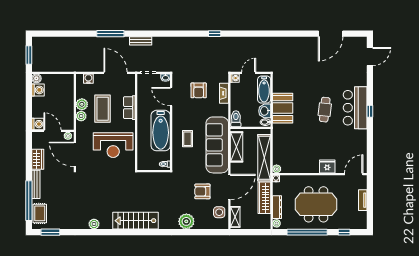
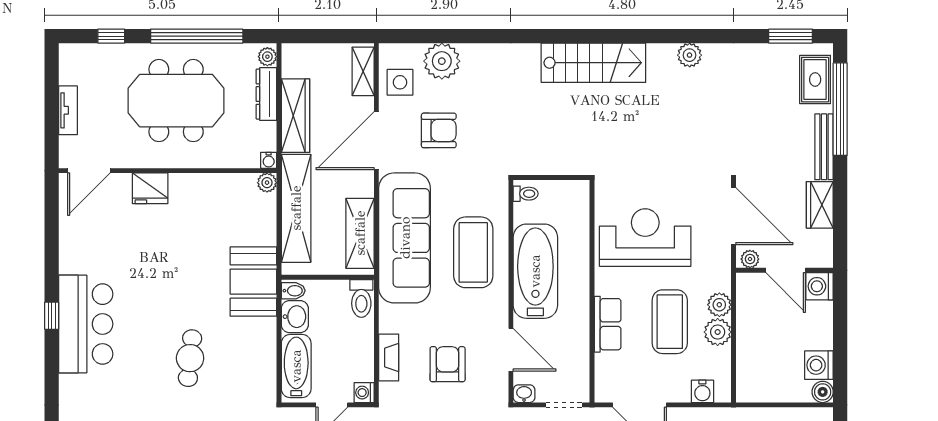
booth: (283, 108) -> (253, 282), moved
cafe table: (325, 110) -> (190, 358), moved
coffee table: (187, 139) -> (473, 252), width x1.86, depth x1.72
plant: (186, 221) -> (442, 61), moved

